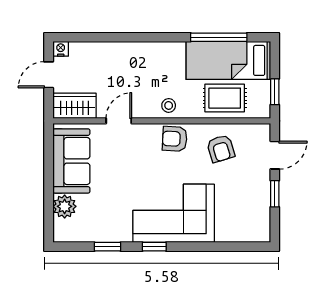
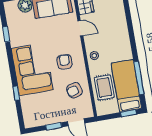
window: (275, 92) -> (128, 113), moved
armchair: (175, 139) -> (65, 62), moved
window: (154, 247) -> (16, 93), moved

